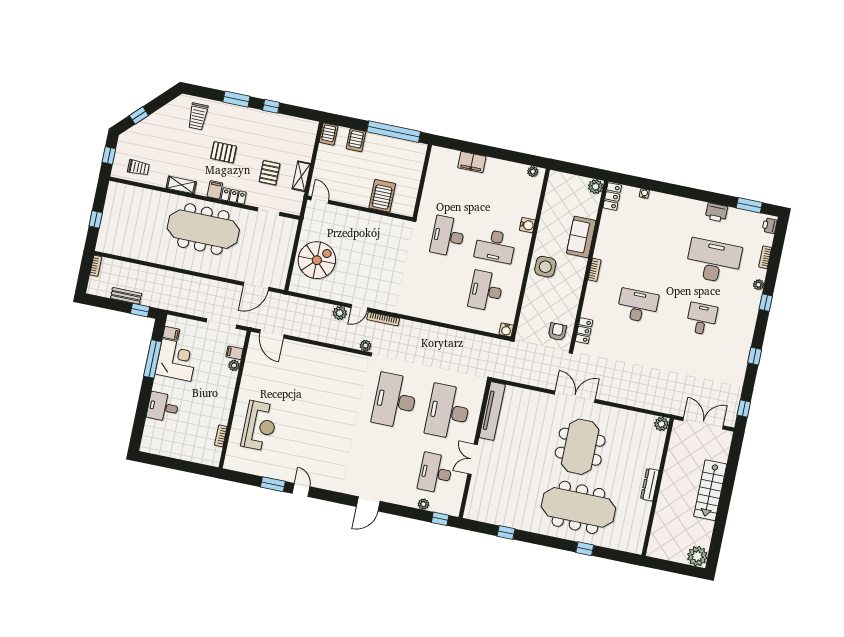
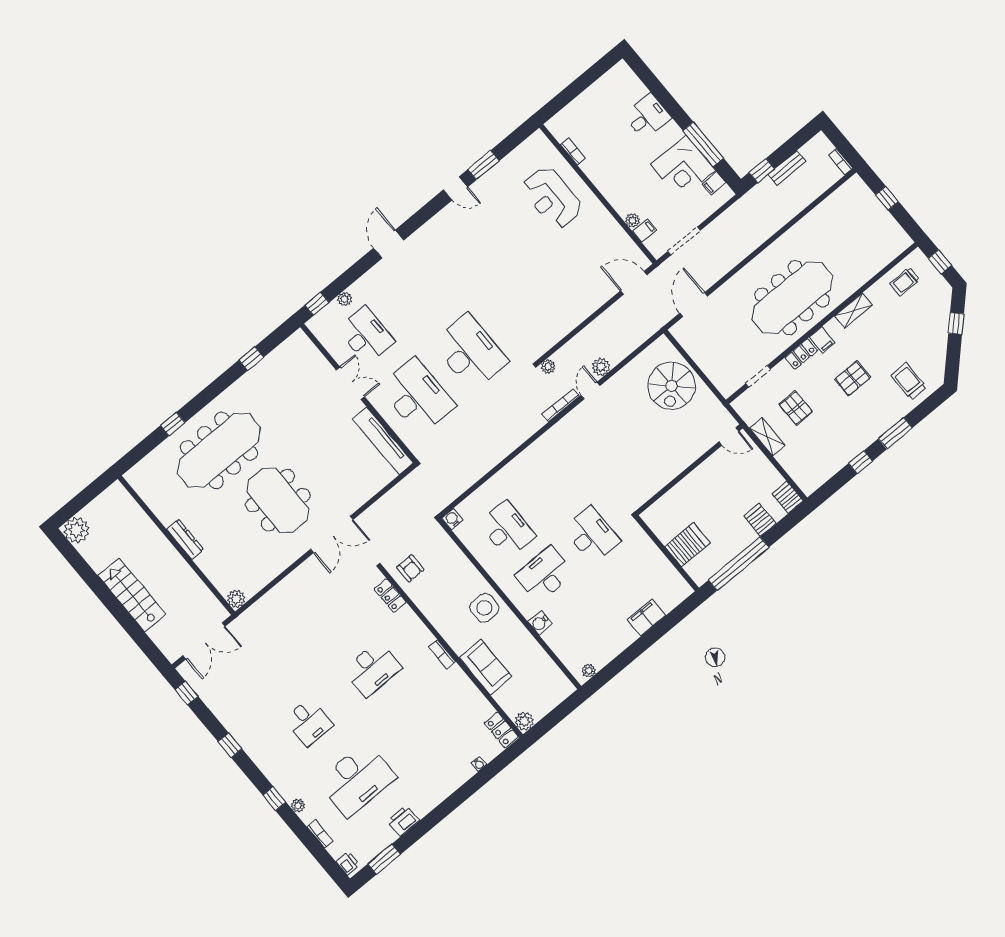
server rack: (382, 196) -> (687, 545), moved, turned -90

